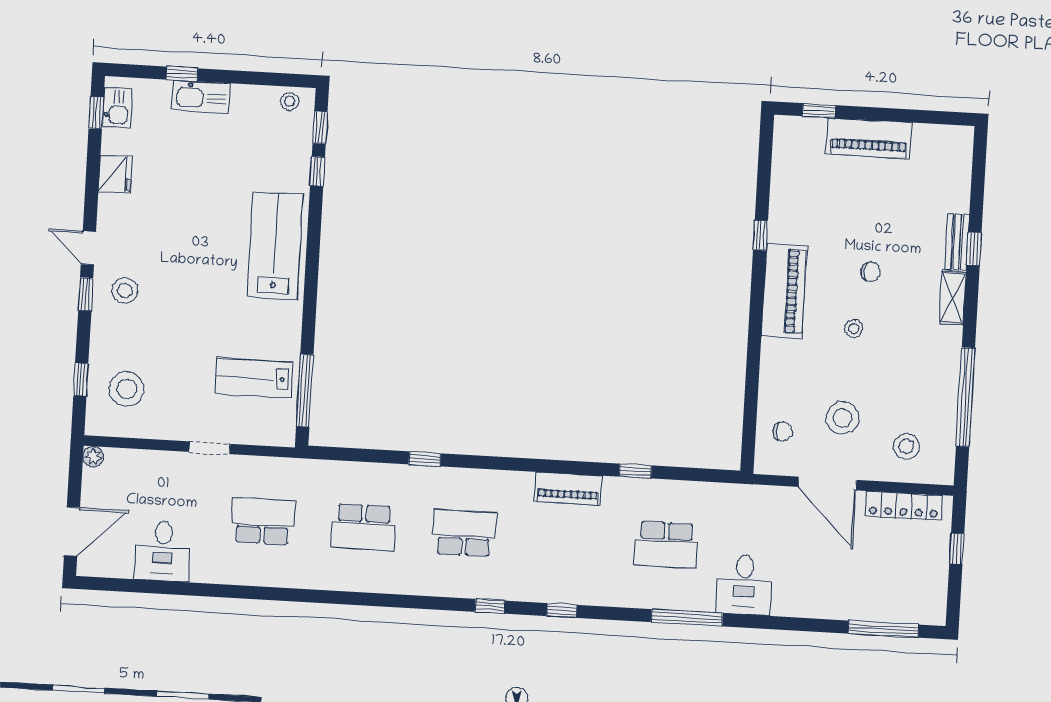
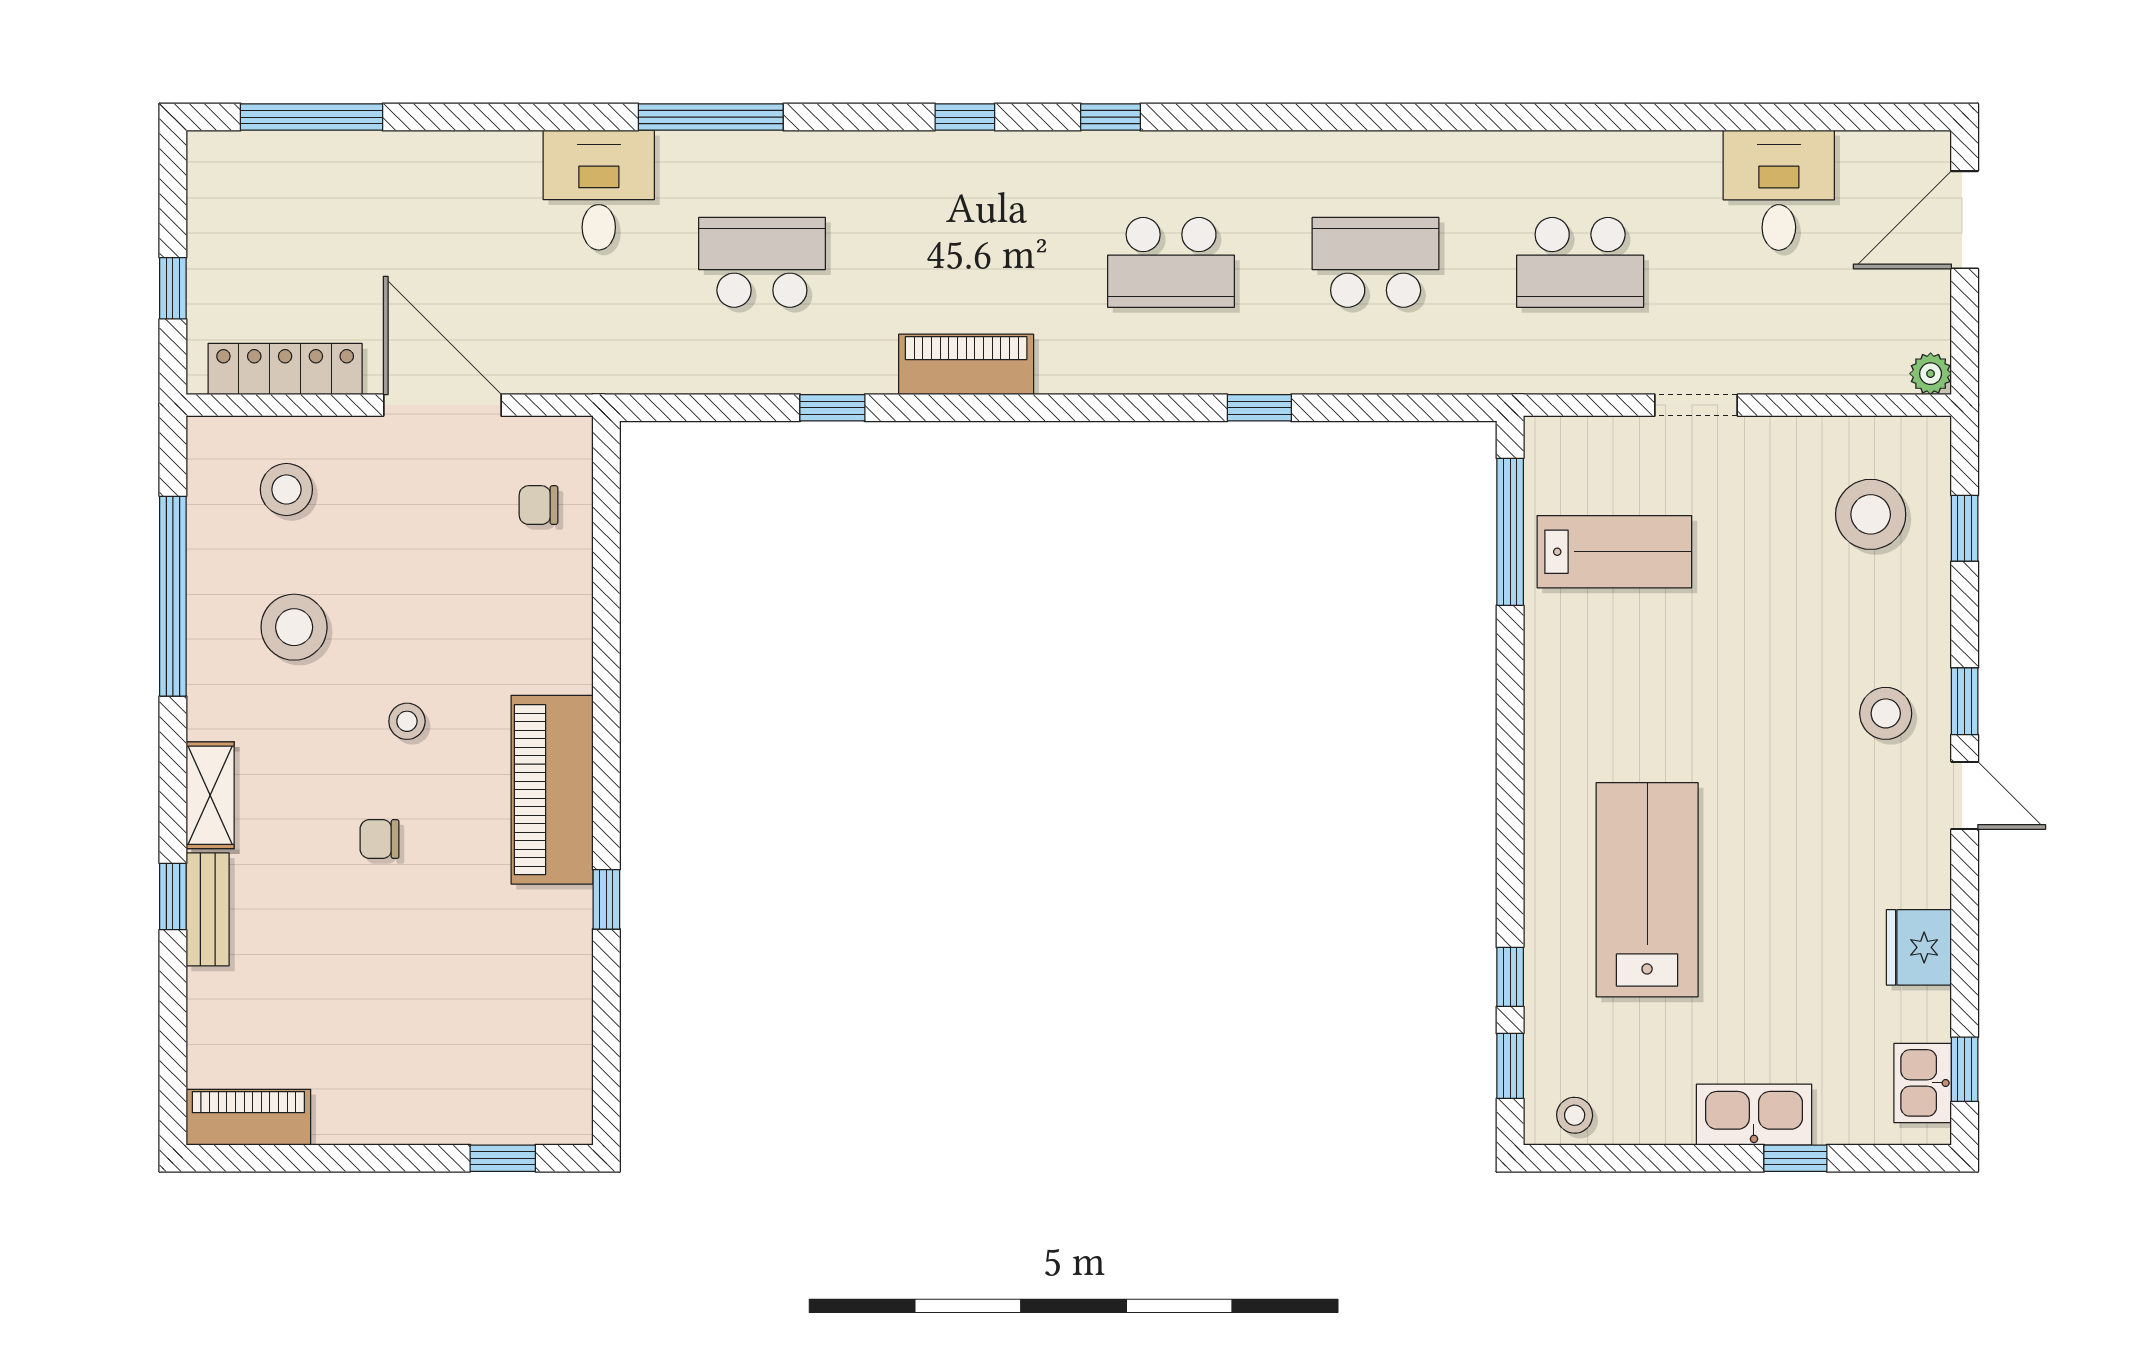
piano: (869, 138) -> (248, 1117), moved, width x0.73, depth x0.75
lab bench: (275, 246) -> (1647, 890), moved, turned 180
stool: (842, 418) -> (294, 627), moved

